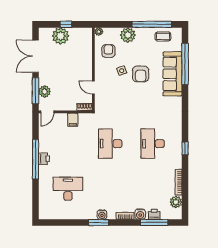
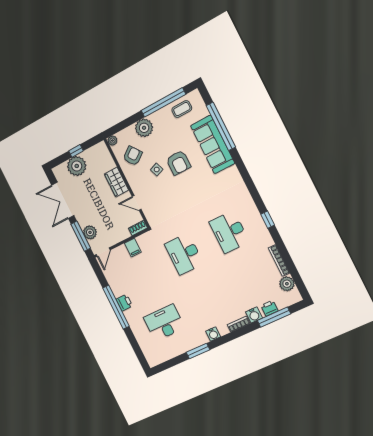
armchair: (108, 51) -> (133, 156), turned 53
wardrobe: (86, 64) -> (116, 182), added
window: (99, 223) -> (198, 351), moved

